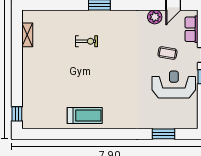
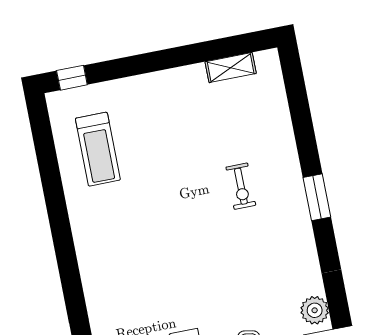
treadmill: (85, 116) -> (98, 149), moved

